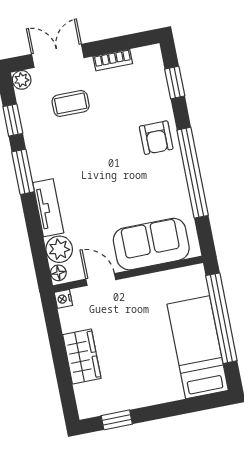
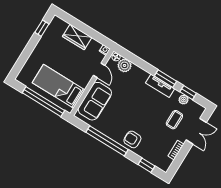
plant: (22, 80) -> (184, 100), moved
tv unit: (48, 208) -> (160, 86), moved
door: (101, 279) -> (99, 70), hinge flipped
bed: (198, 347) -> (59, 86), moved, turned 180

